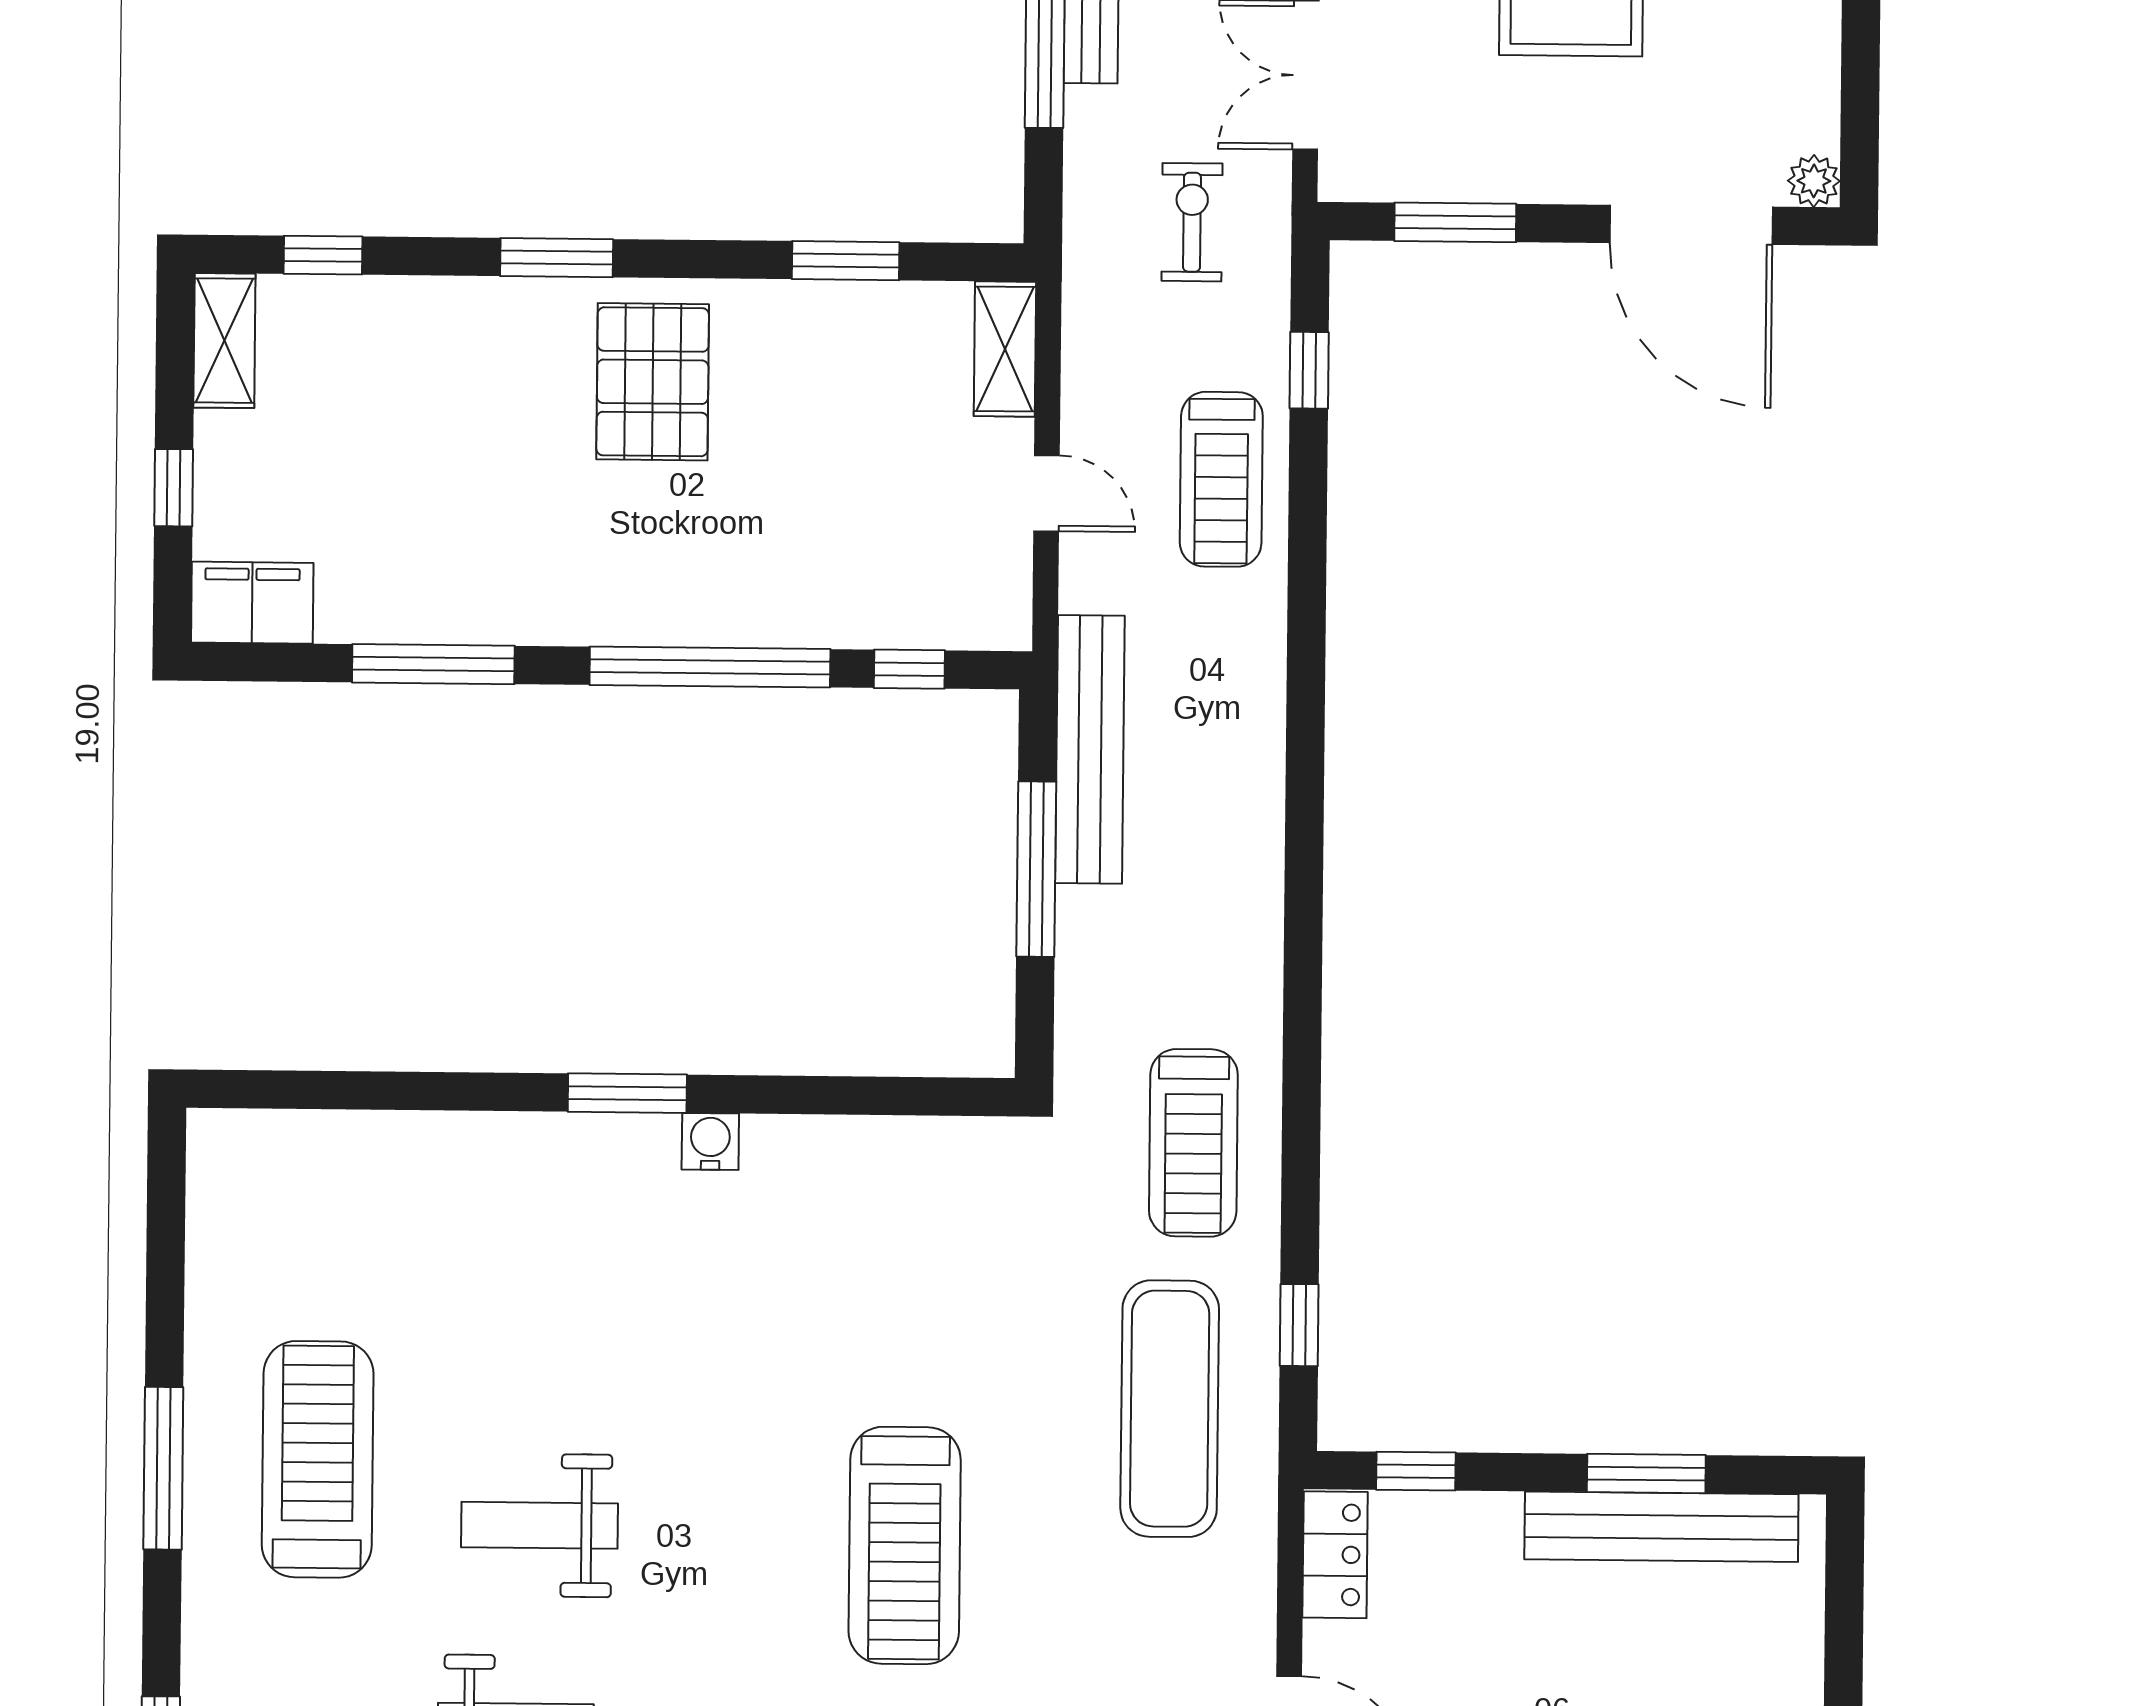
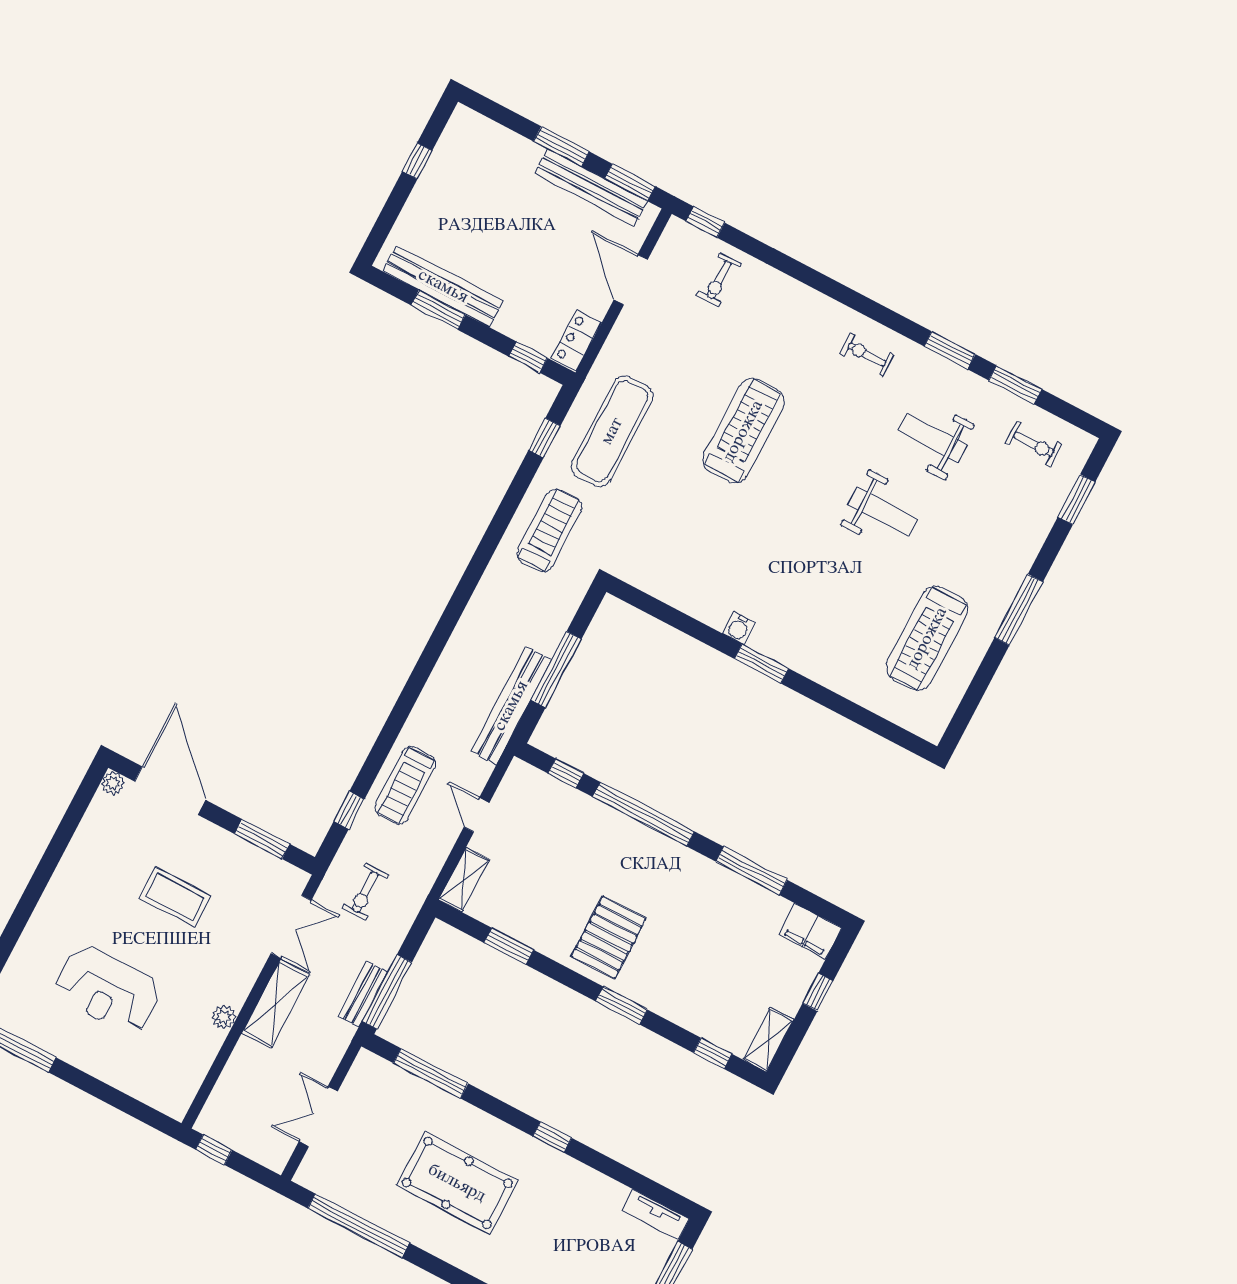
treadmill: (1221, 479) -> (405, 785), turned 180
treadmill: (318, 1459) -> (927, 638), moved

